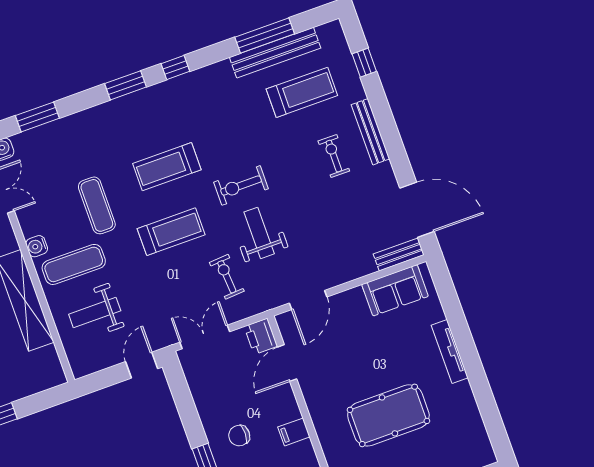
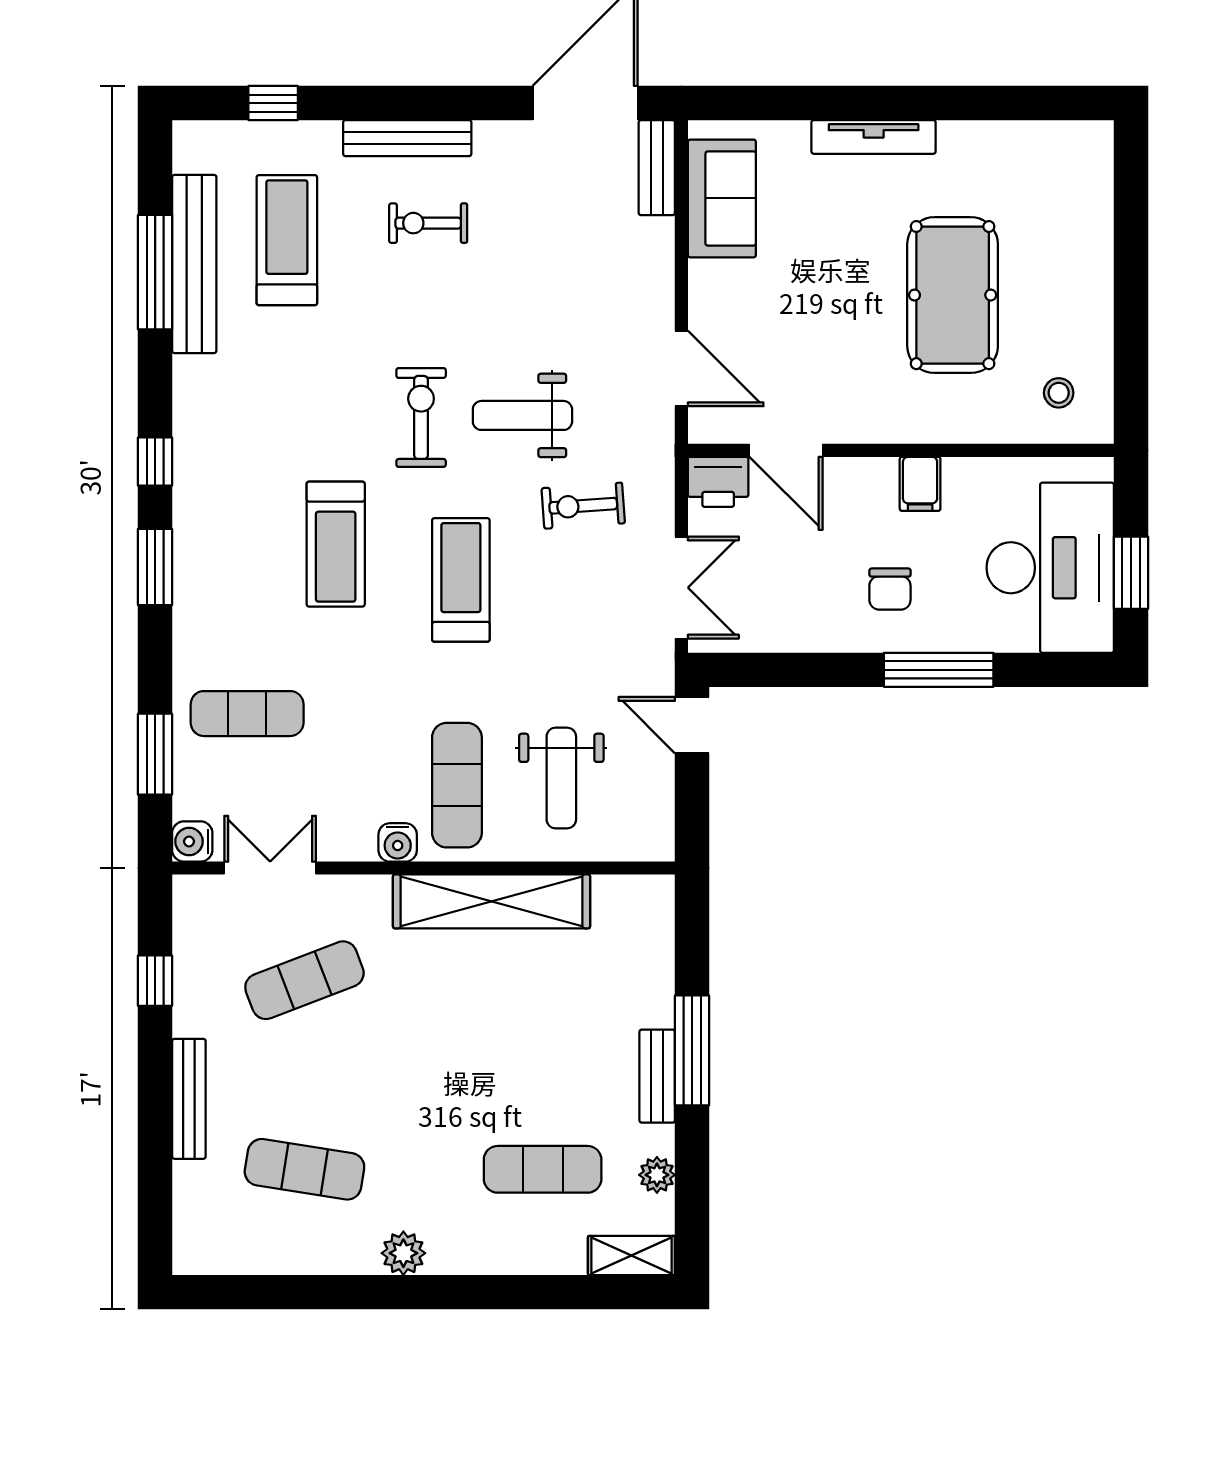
exercise bike: (241, 185) -> (421, 417), turned 180
exercise mat: (97, 205) -> (247, 714), moved
double door: (205, 337) -> (681, 588), swing flipped

